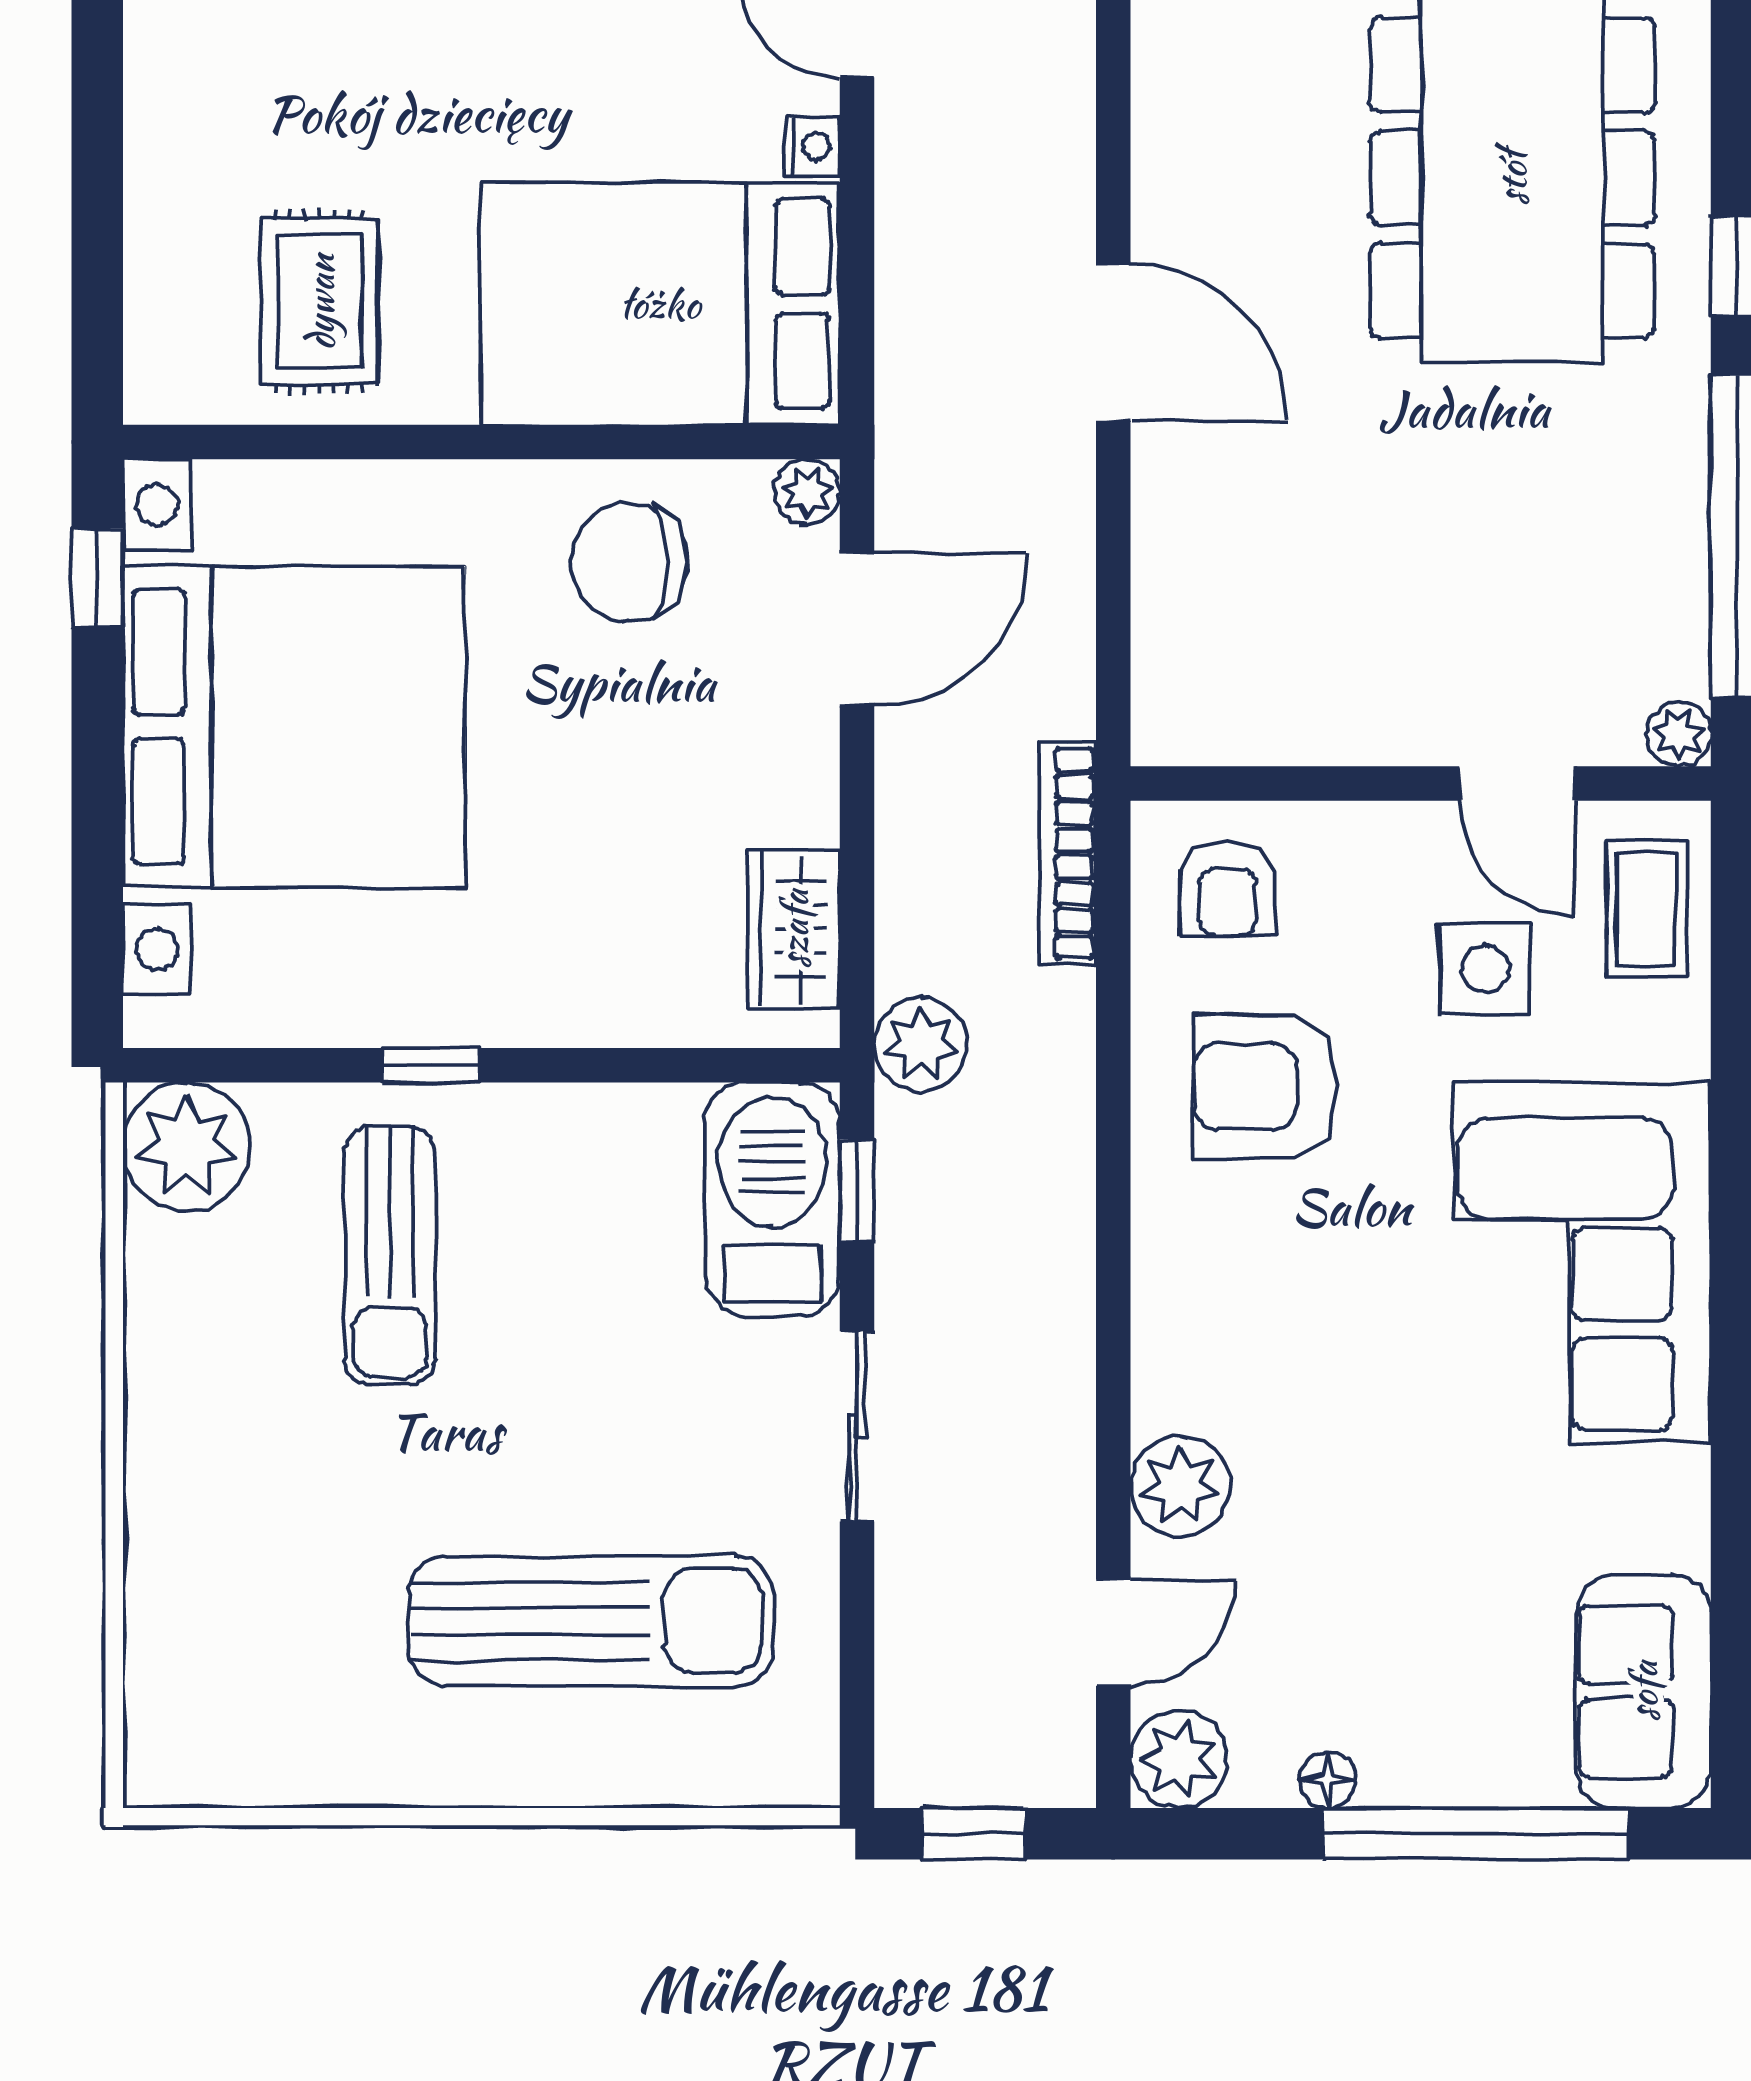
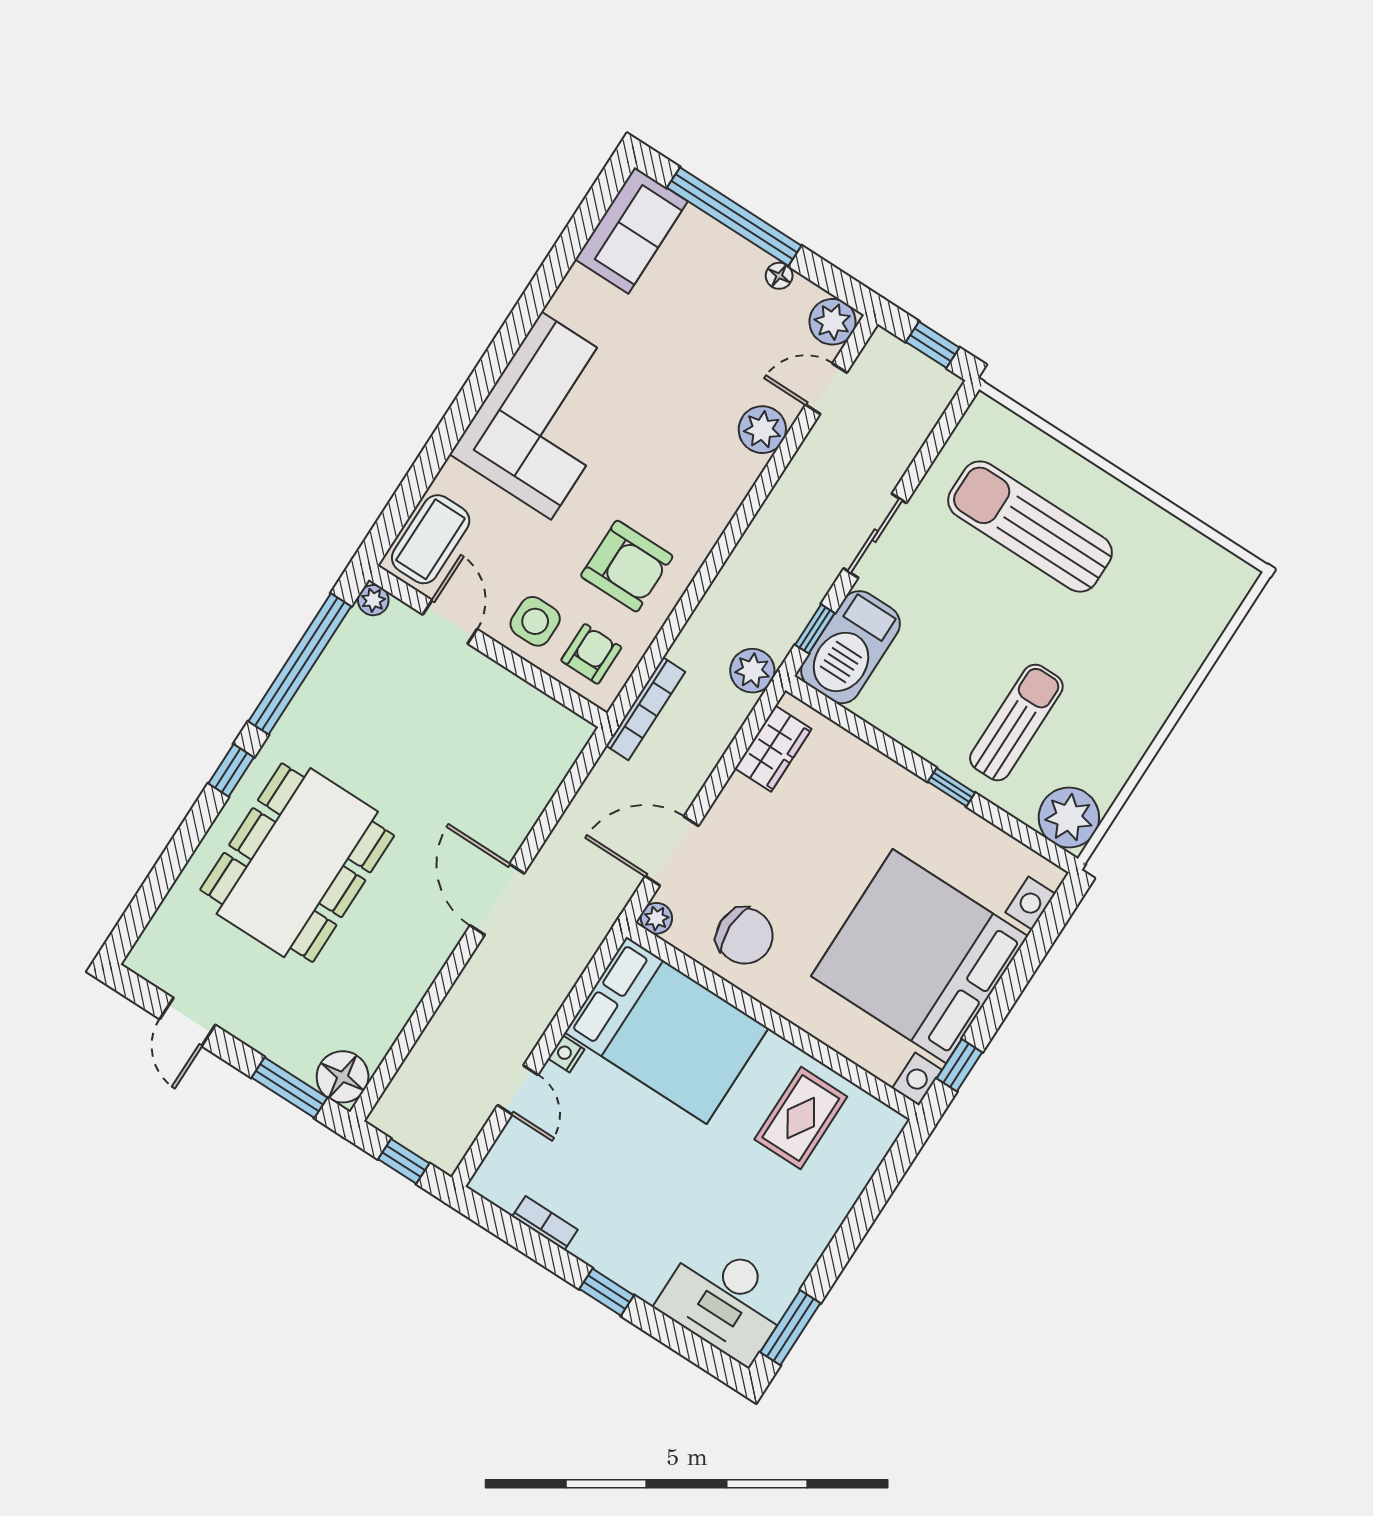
coffee table: (1646, 909) -> (431, 539), width x1.36, depth x1.30
side table: (1485, 969) -> (535, 621), moved

